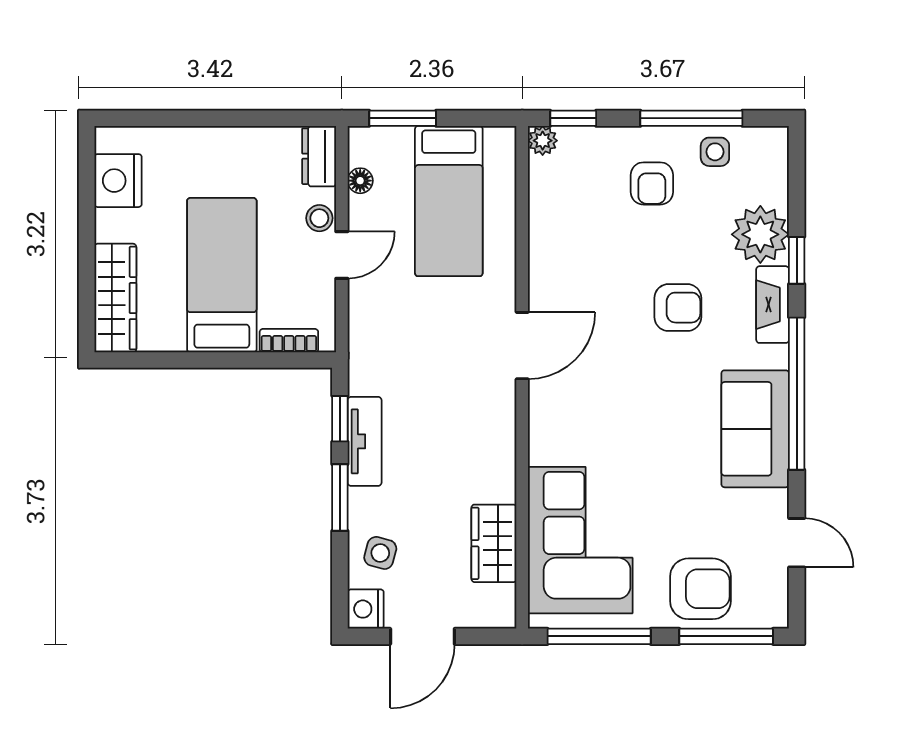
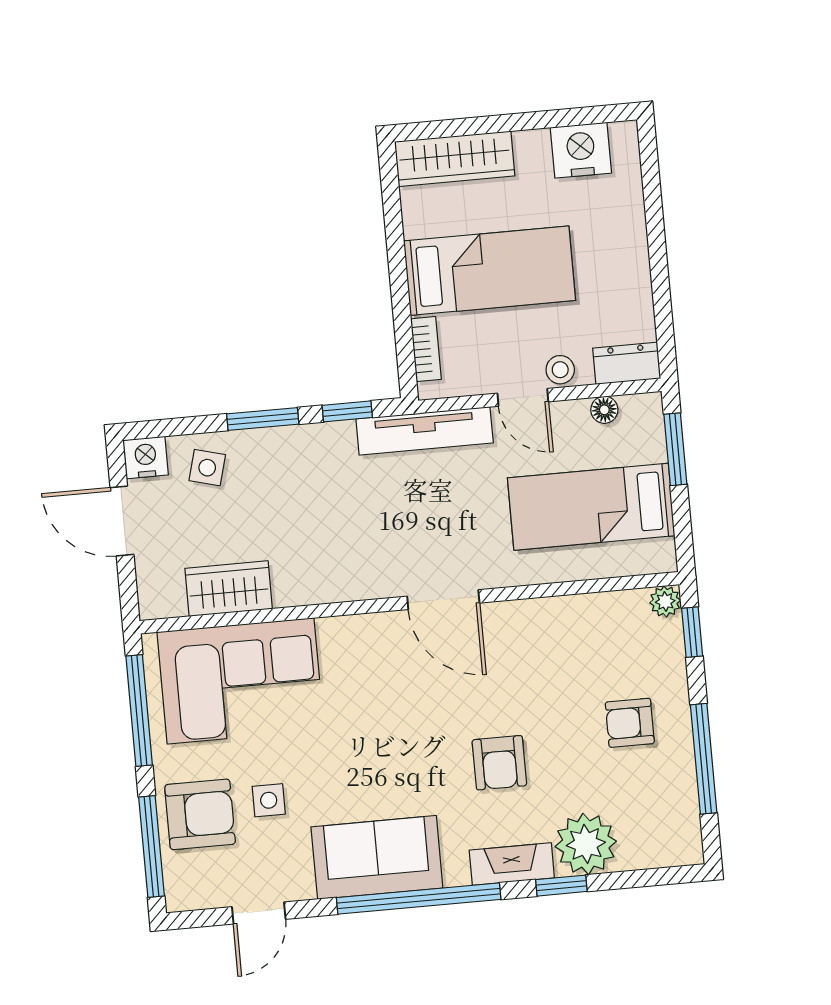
side table: (715, 152) -> (269, 800), moved
tv unit: (365, 441) -> (425, 431), moved, width x1.41
armchair: (700, 589) -> (200, 814), turned -90

